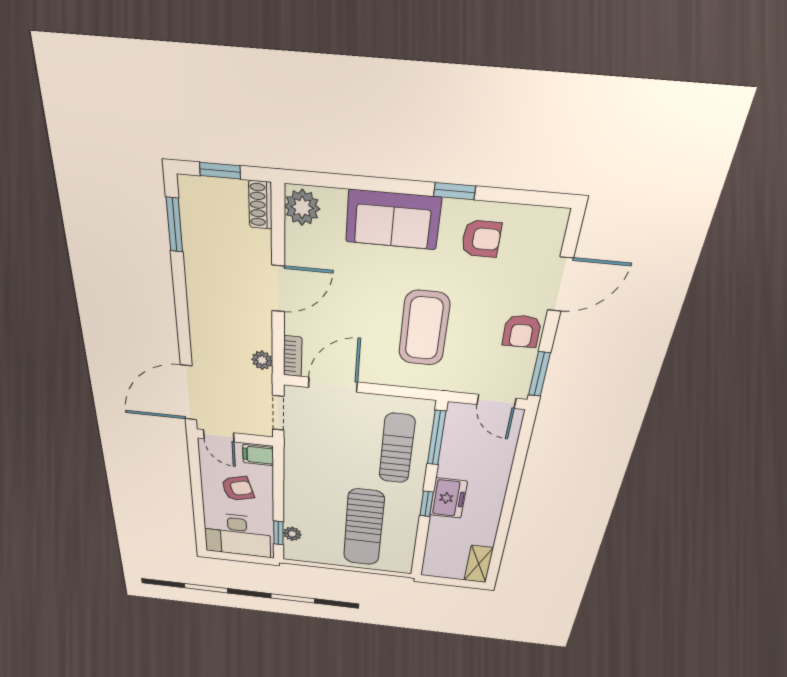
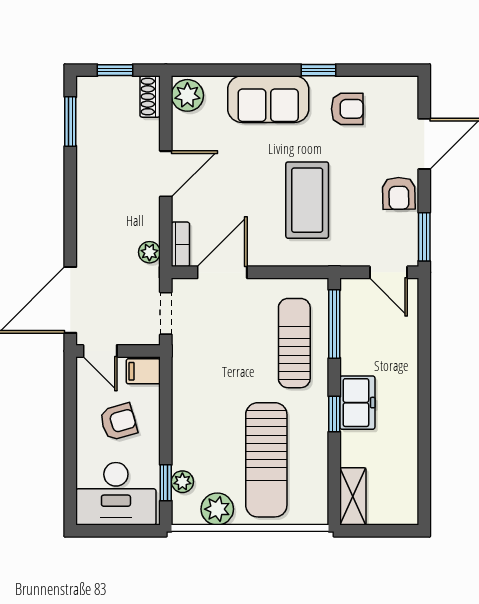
plant: (321, 554) -> (217, 509), added
shelving: (479, 564) -> (353, 496), moved

